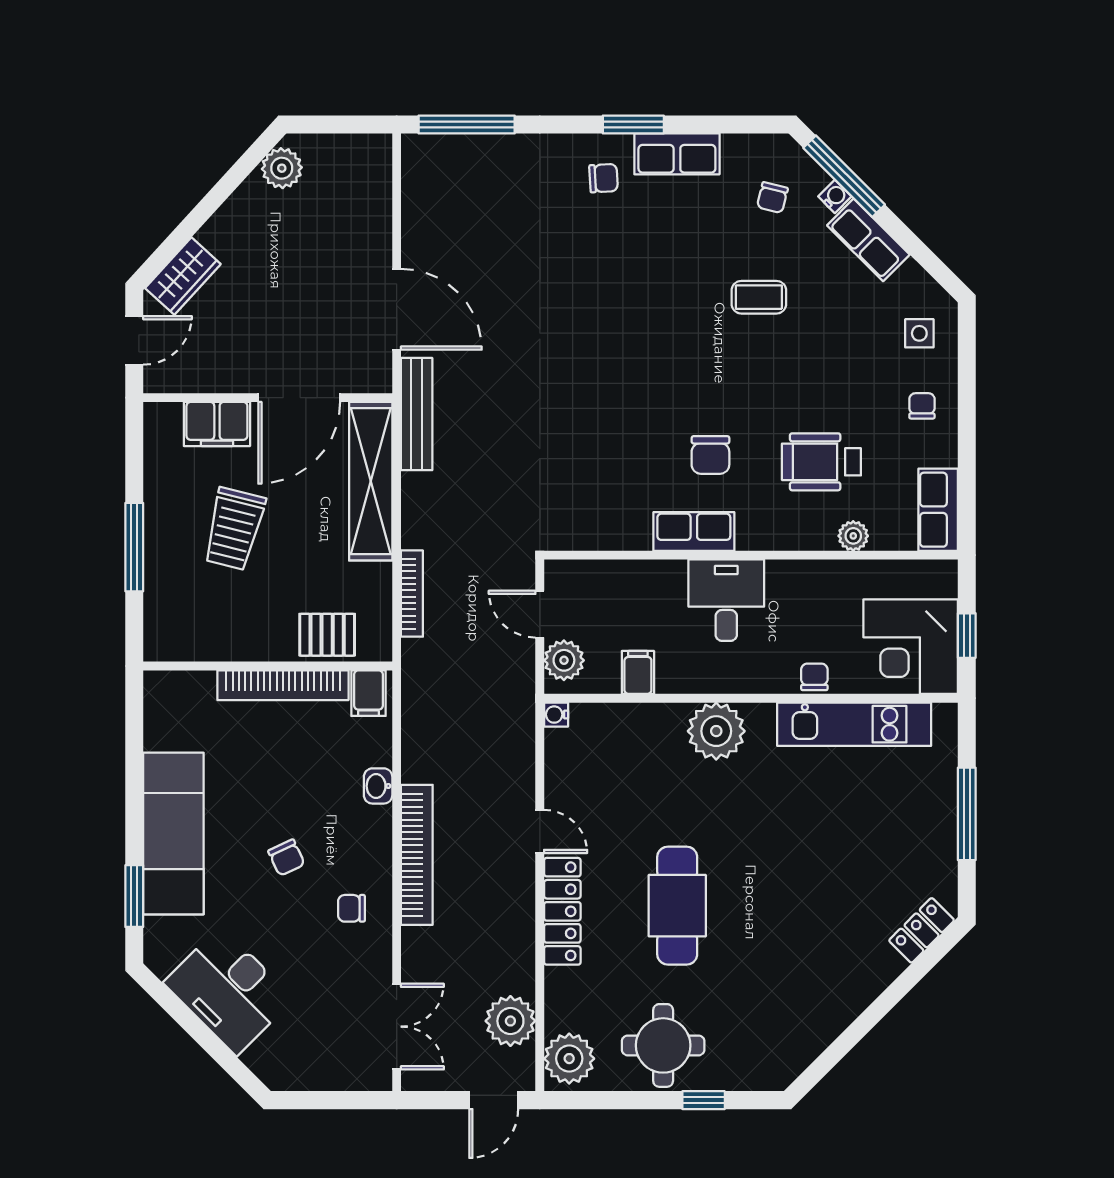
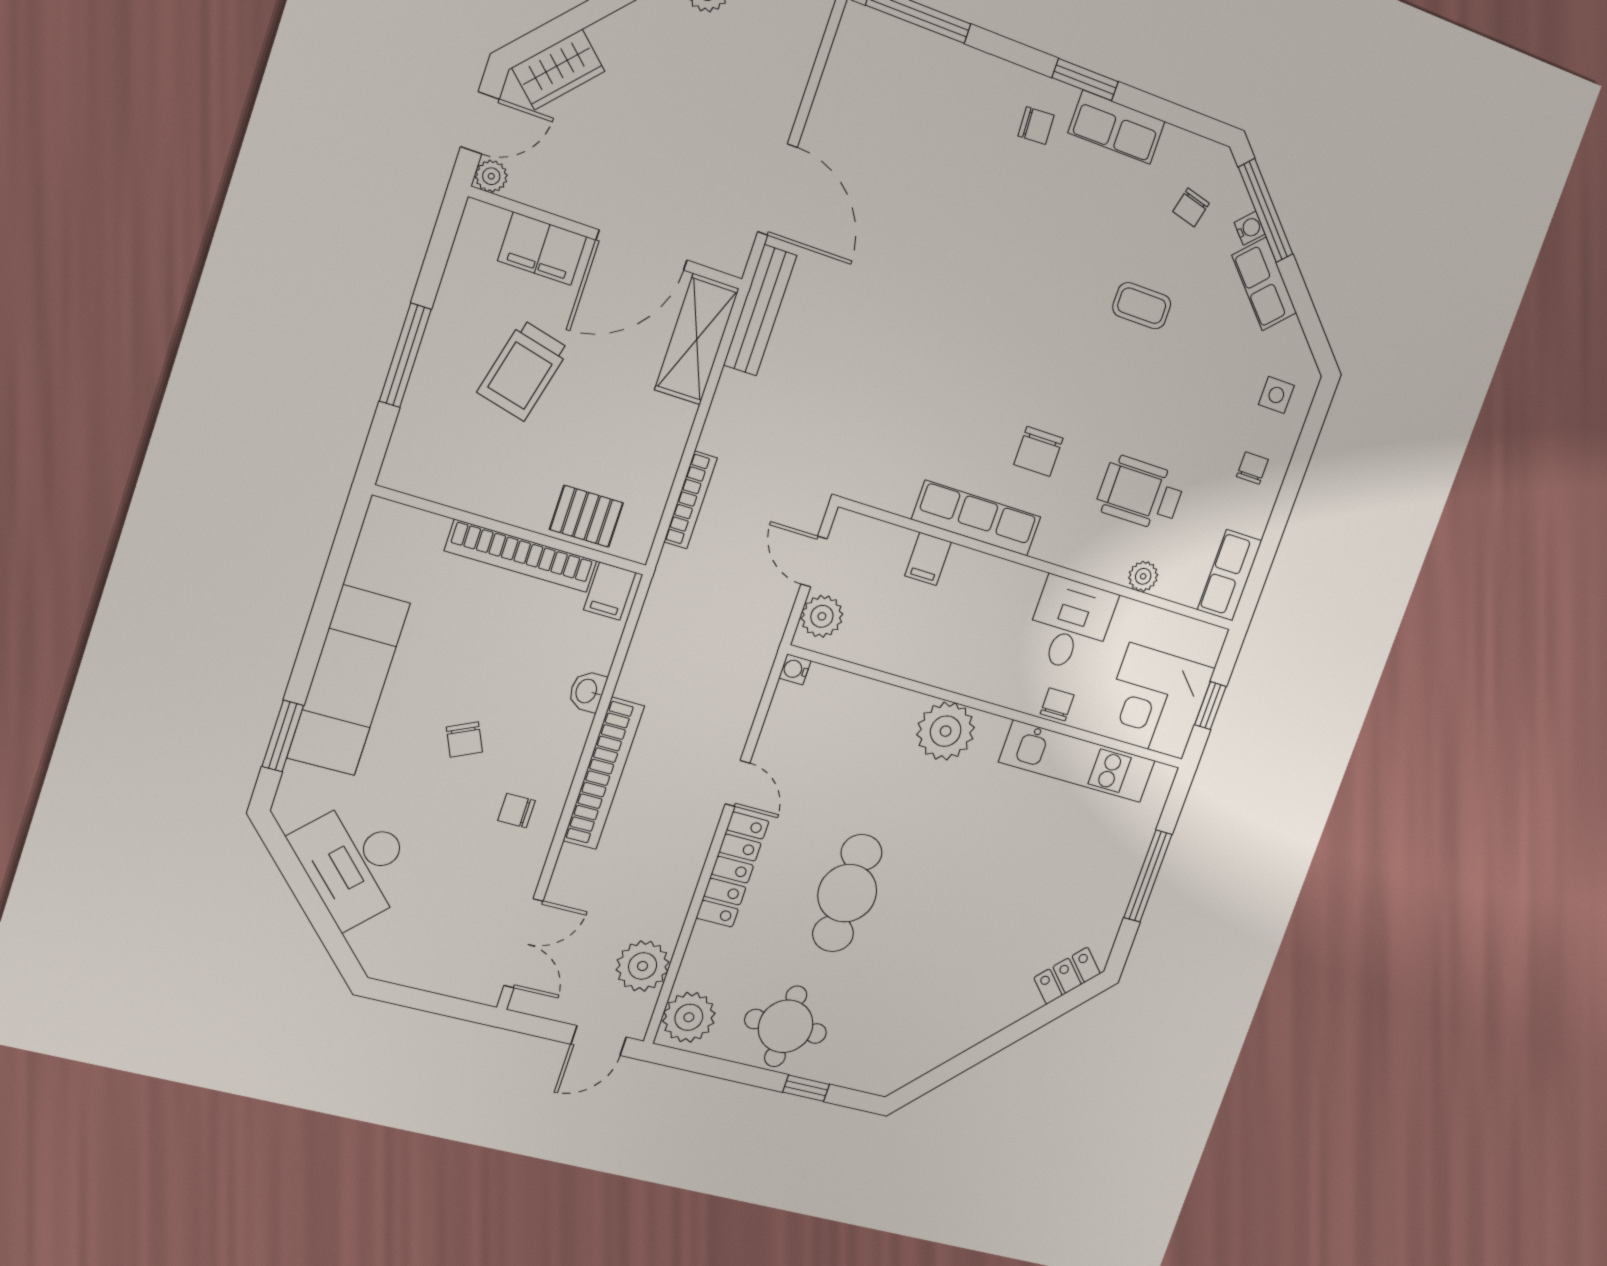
plant: (157, 380) -> (491, 176), added
shelving: (371, 481) -> (697, 339), width x0.68
row of seats: (694, 531) -> (976, 518), width x1.48
desk: (726, 600) -> (1070, 624), moved
filing cabinet: (638, 672) -> (928, 559), moved, turned 180

